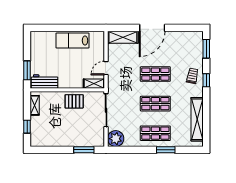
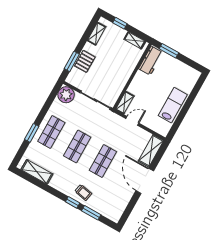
window: (206, 49) -> (91, 213), moved
door: (106, 68) -> (132, 121), hinge flipped
pallet: (74, 101) -> (85, 61), moved
shelving: (197, 119) -> (37, 172), width x0.68
shelving: (48, 142) -> (97, 34), added

